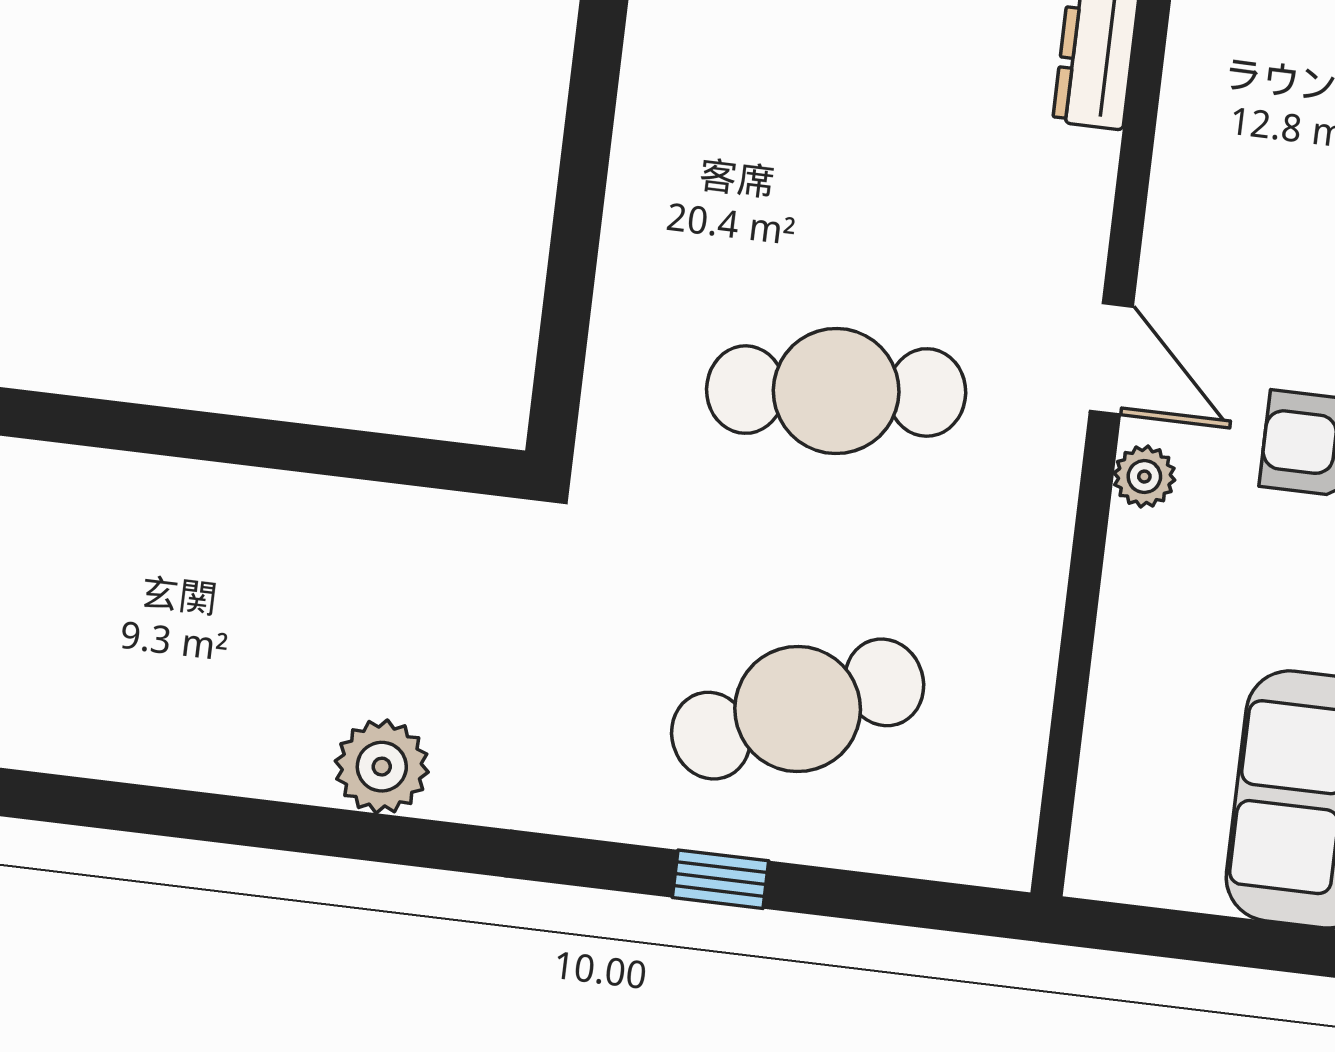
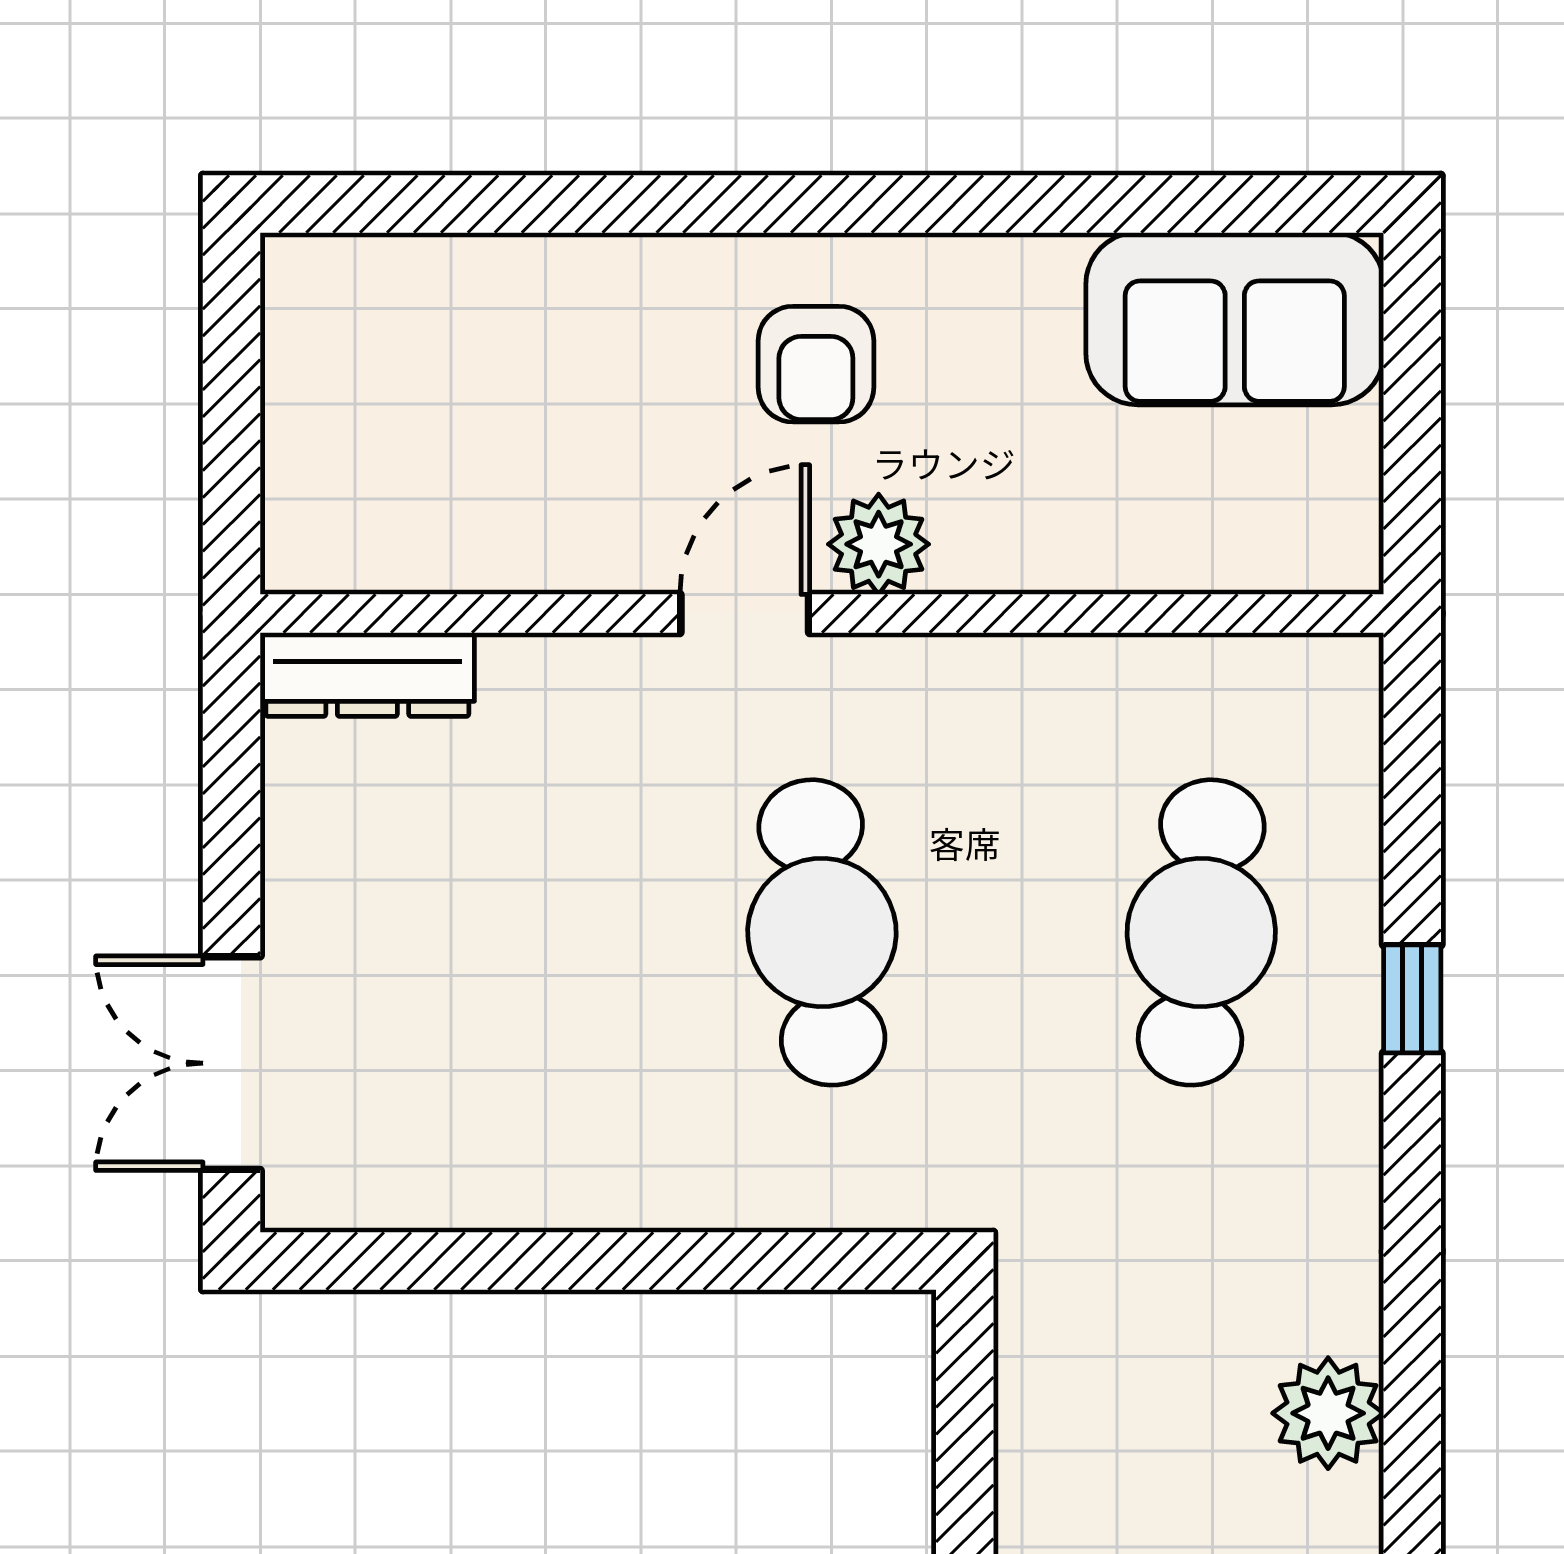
plant: (1144, 477) -> (879, 544), width x1.38, depth x1.38
cafe table: (798, 709) -> (1201, 932), turned 30

